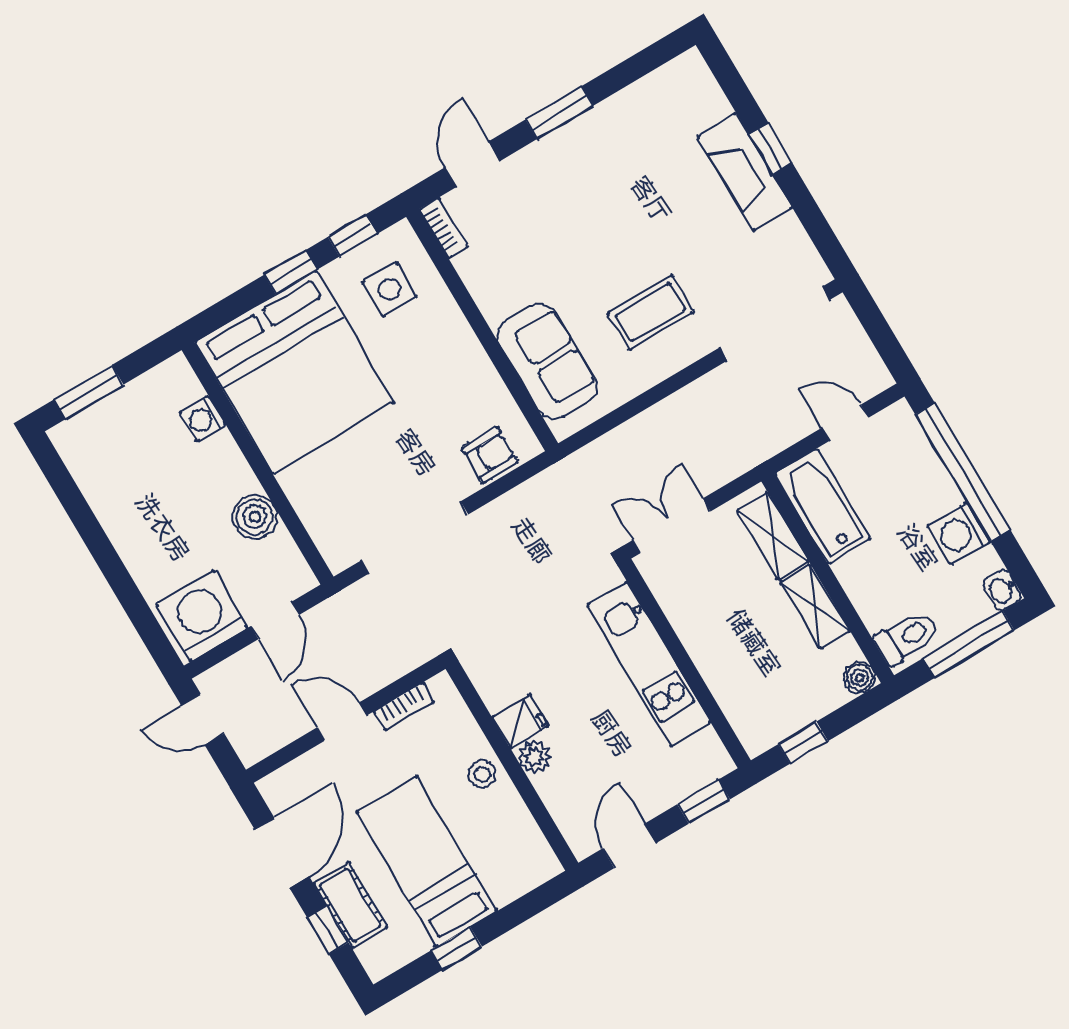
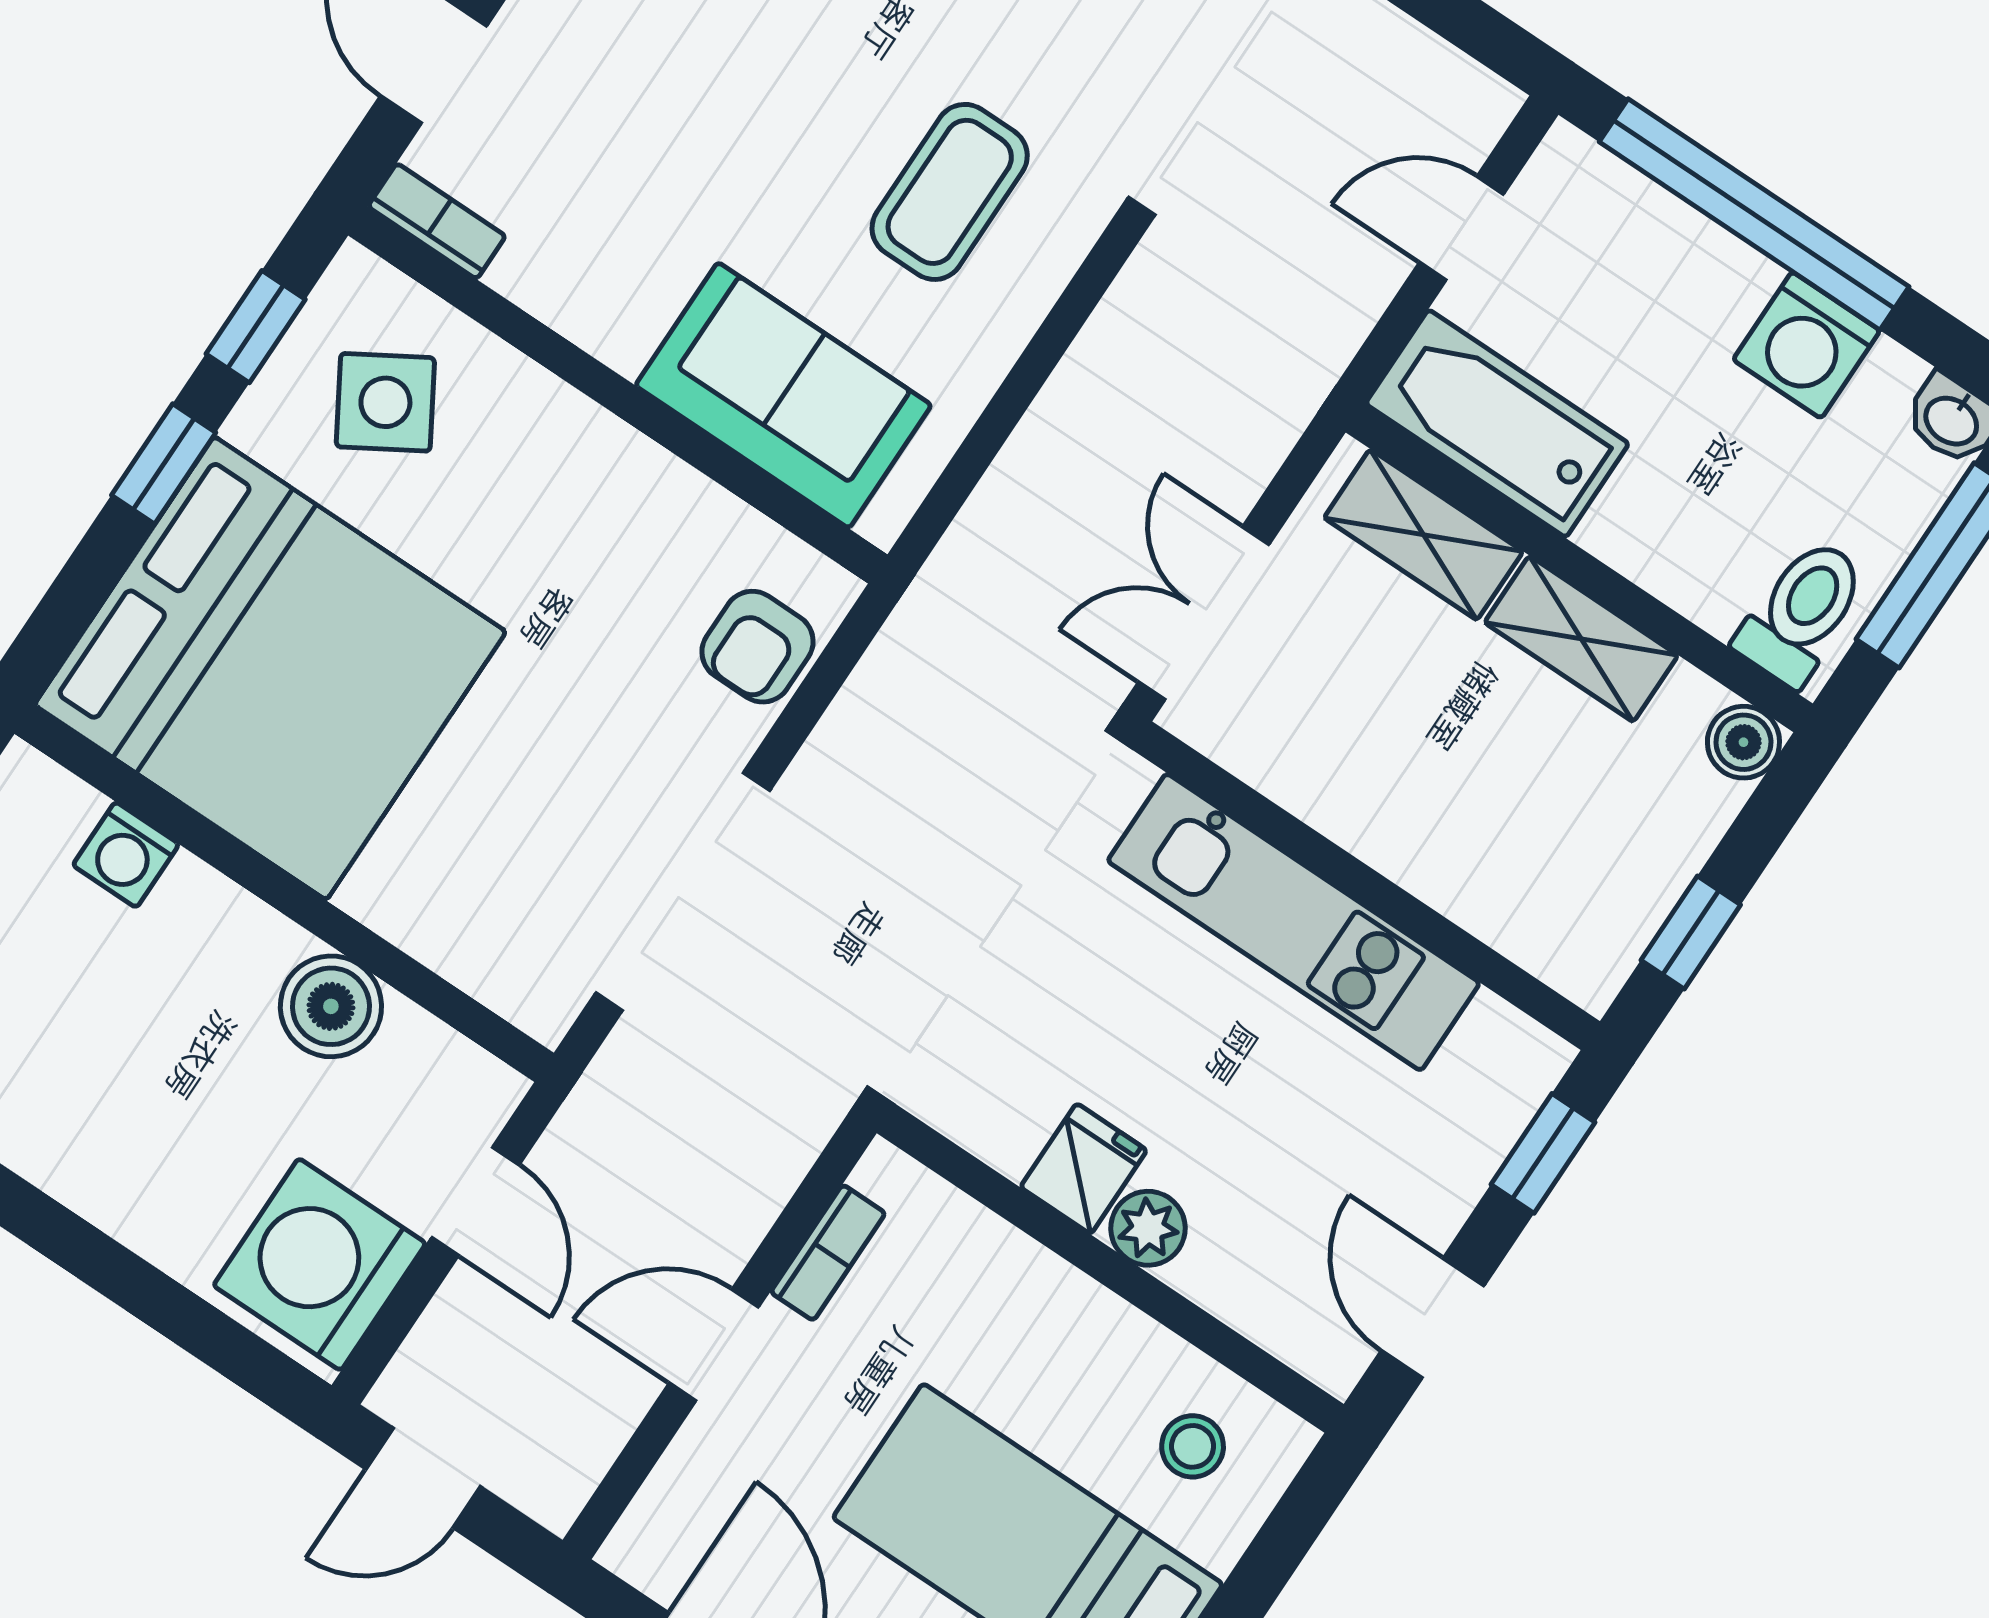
side table: (389, 289) -> (385, 402), turned -31
armchair: (490, 455) -> (757, 647), turned 180
stool: (482, 774) -> (1193, 1446), moved

